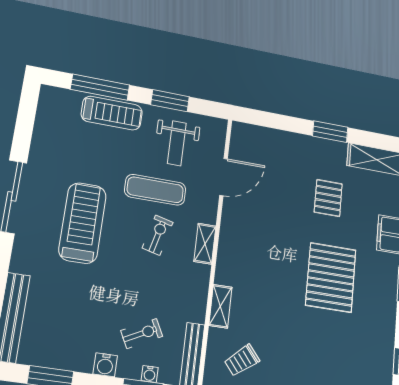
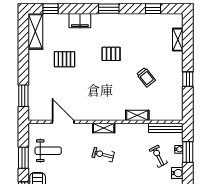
window: (330, 132) -> (23, 96), moved
exercise mat: (155, 190) -> (78, 159), removed
pallet: (331, 277) -> (111, 54), width x0.49, depth x0.50
trolley: (242, 360) -> (146, 77), moved

